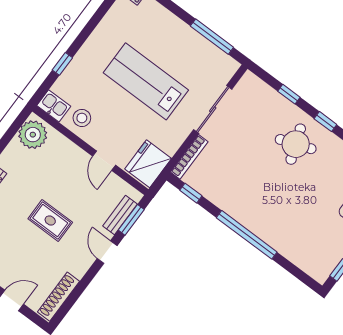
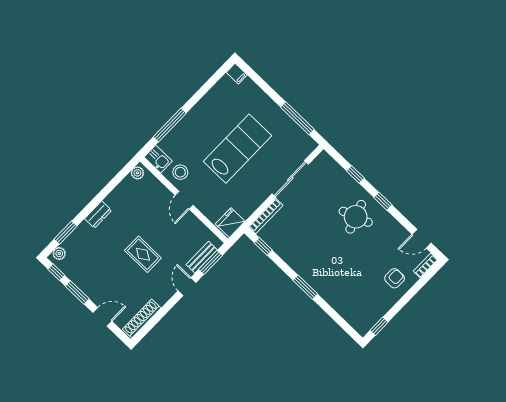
window: (62, 64) -> (170, 125), width x2.17
lab bench: (146, 81) -> (238, 149), turned 90
plant: (33, 135) -> (137, 173), width x0.53, depth x0.53
door: (104, 161) -> (184, 200), moved
fridge: (148, 164) -> (230, 223), width x0.73, depth x0.75
window: (247, 235) -> (305, 287), width x0.47

